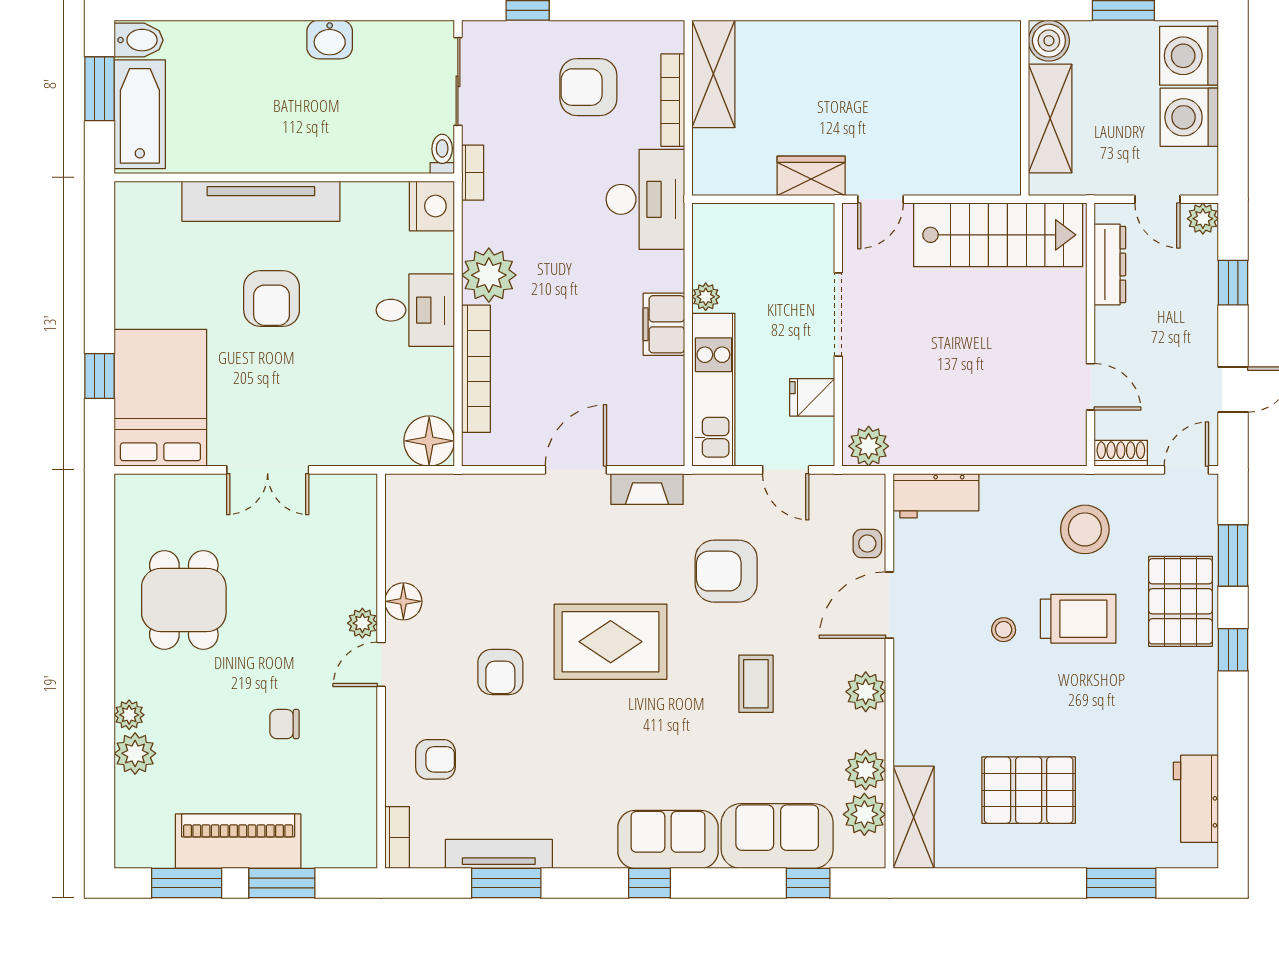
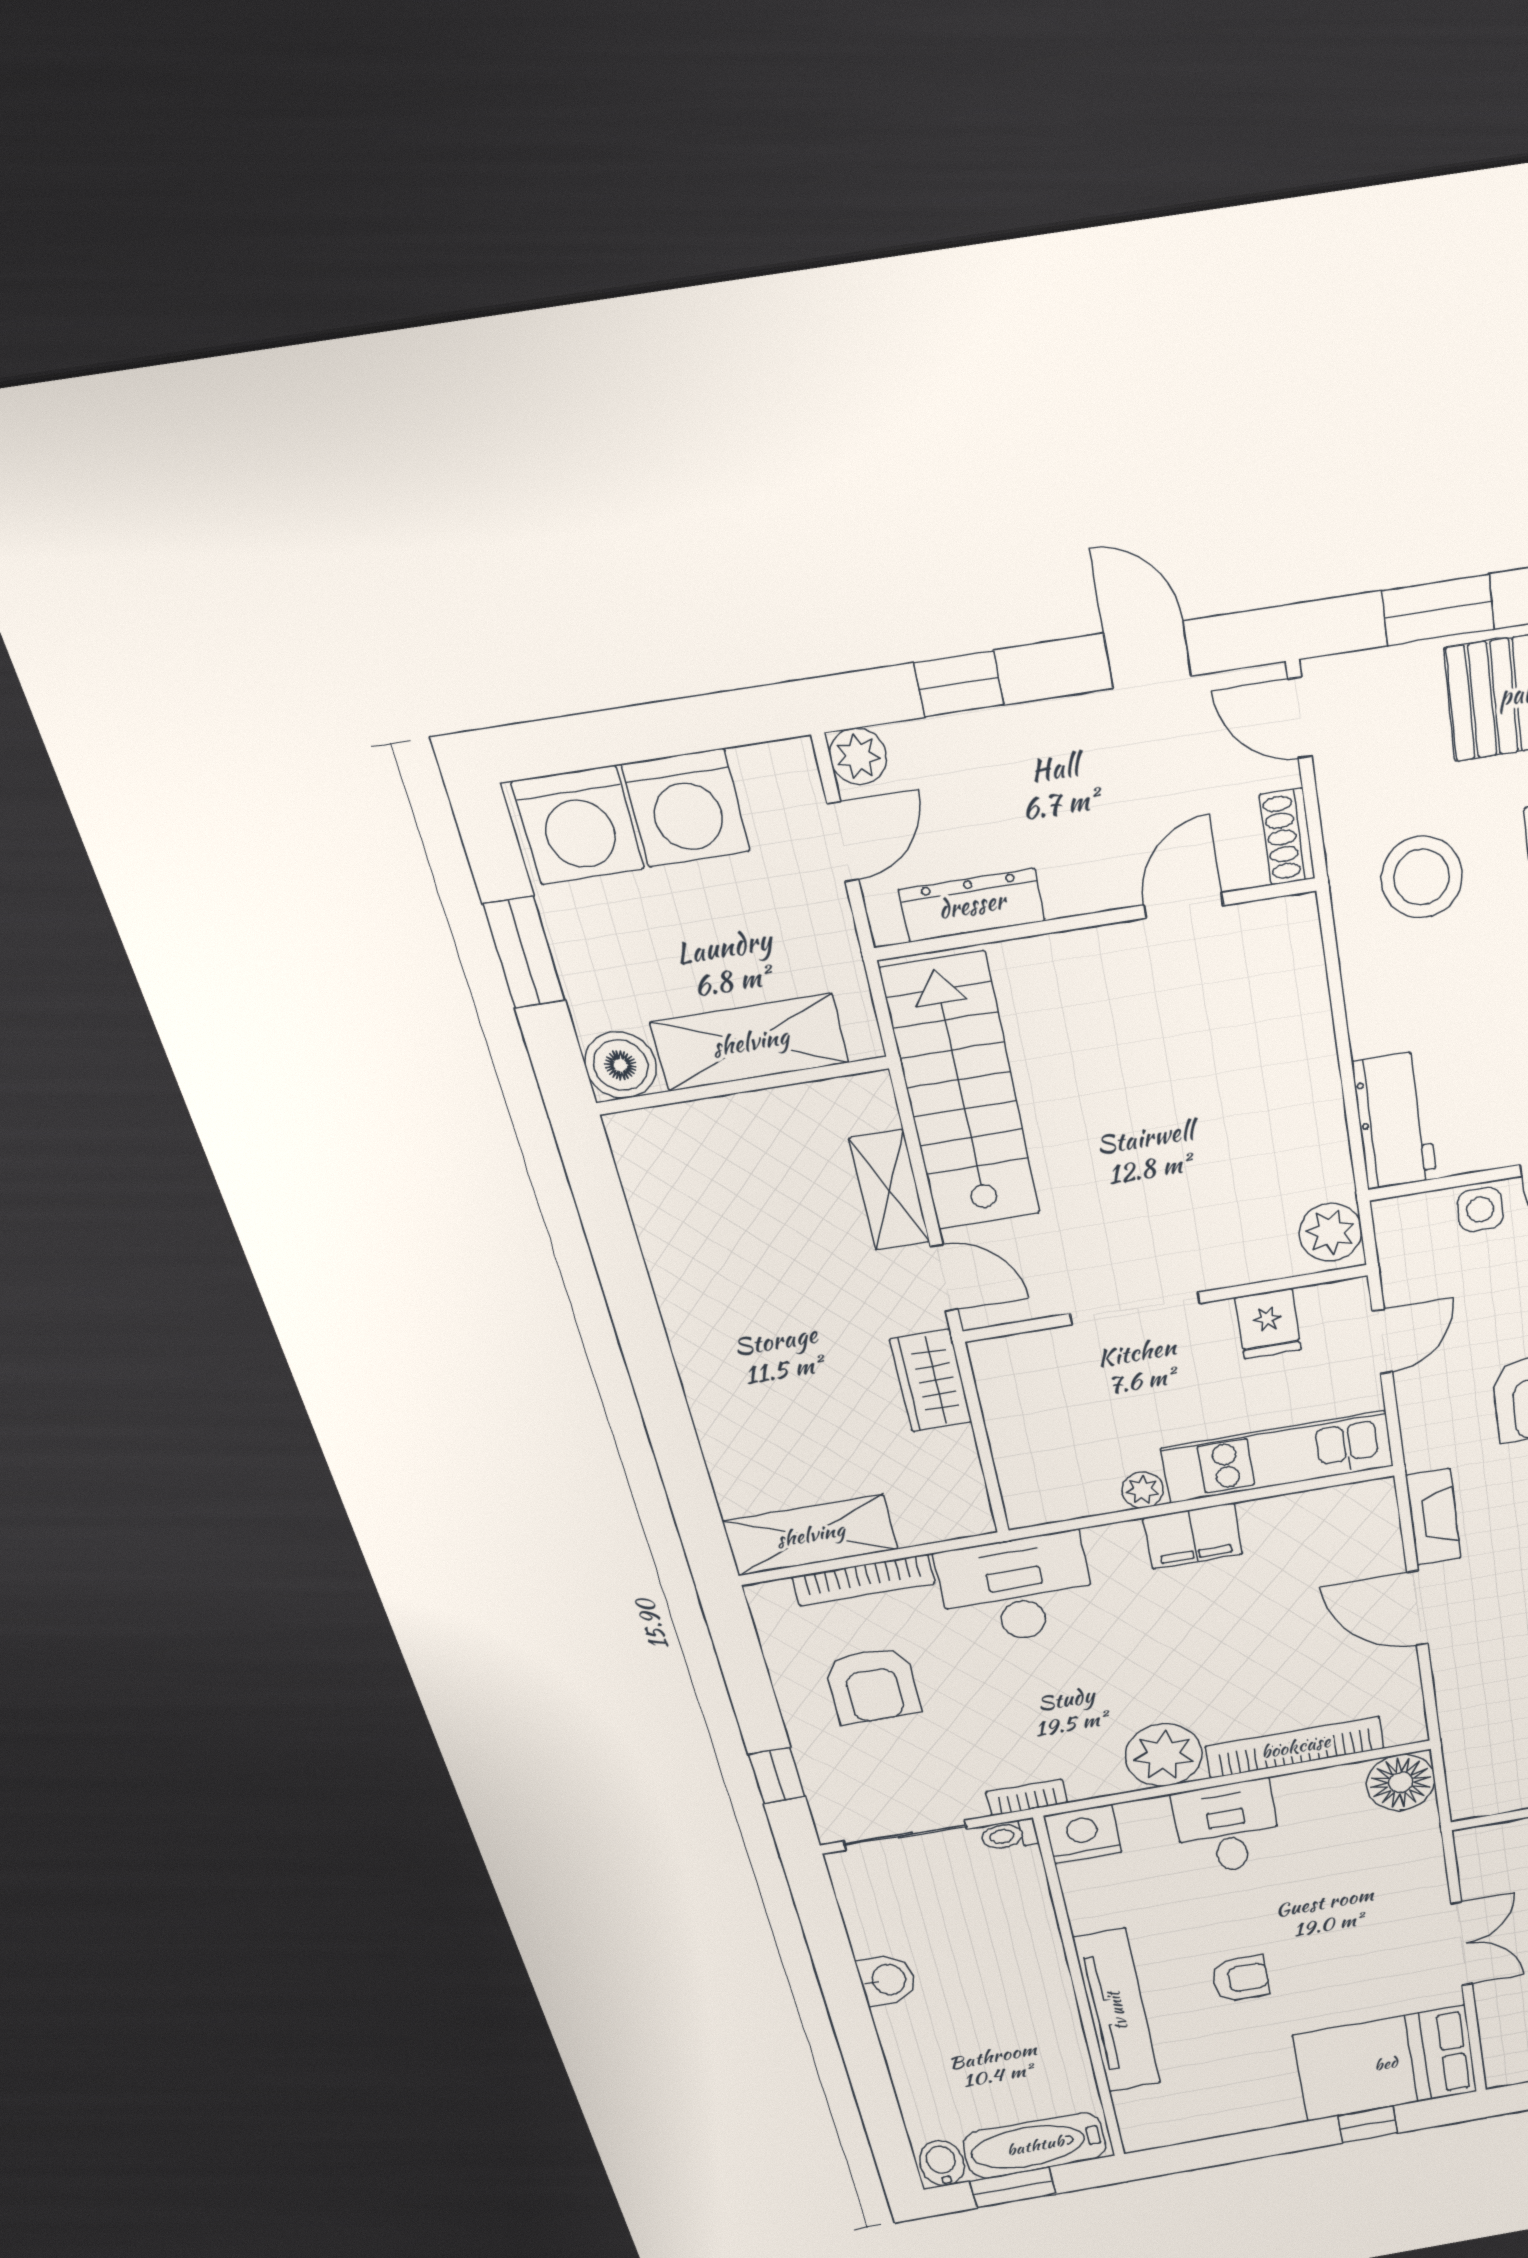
shelving: (944, 179) -> (890, 1190), added
armchair: (272, 298) -> (1241, 1979), width x0.72, depth x0.72

